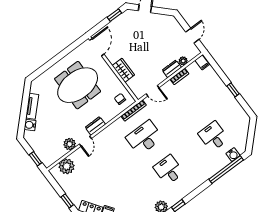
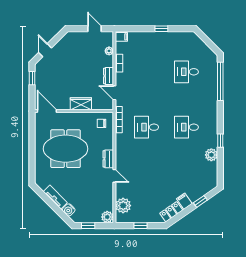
dresser: (172, 69) -> (108, 76), moved
meeting table: (78, 85) -> (66, 149), turned 90
door: (153, 91) -> (114, 93), swing flipped
desk: (144, 138) -> (147, 127), width x0.73
plant: (70, 144) -> (107, 217), moved
water cooler: (233, 155) -> (213, 67), removed
window: (35, 159) -> (88, 226), moved
window: (67, 201) -> (141, 226), moved

